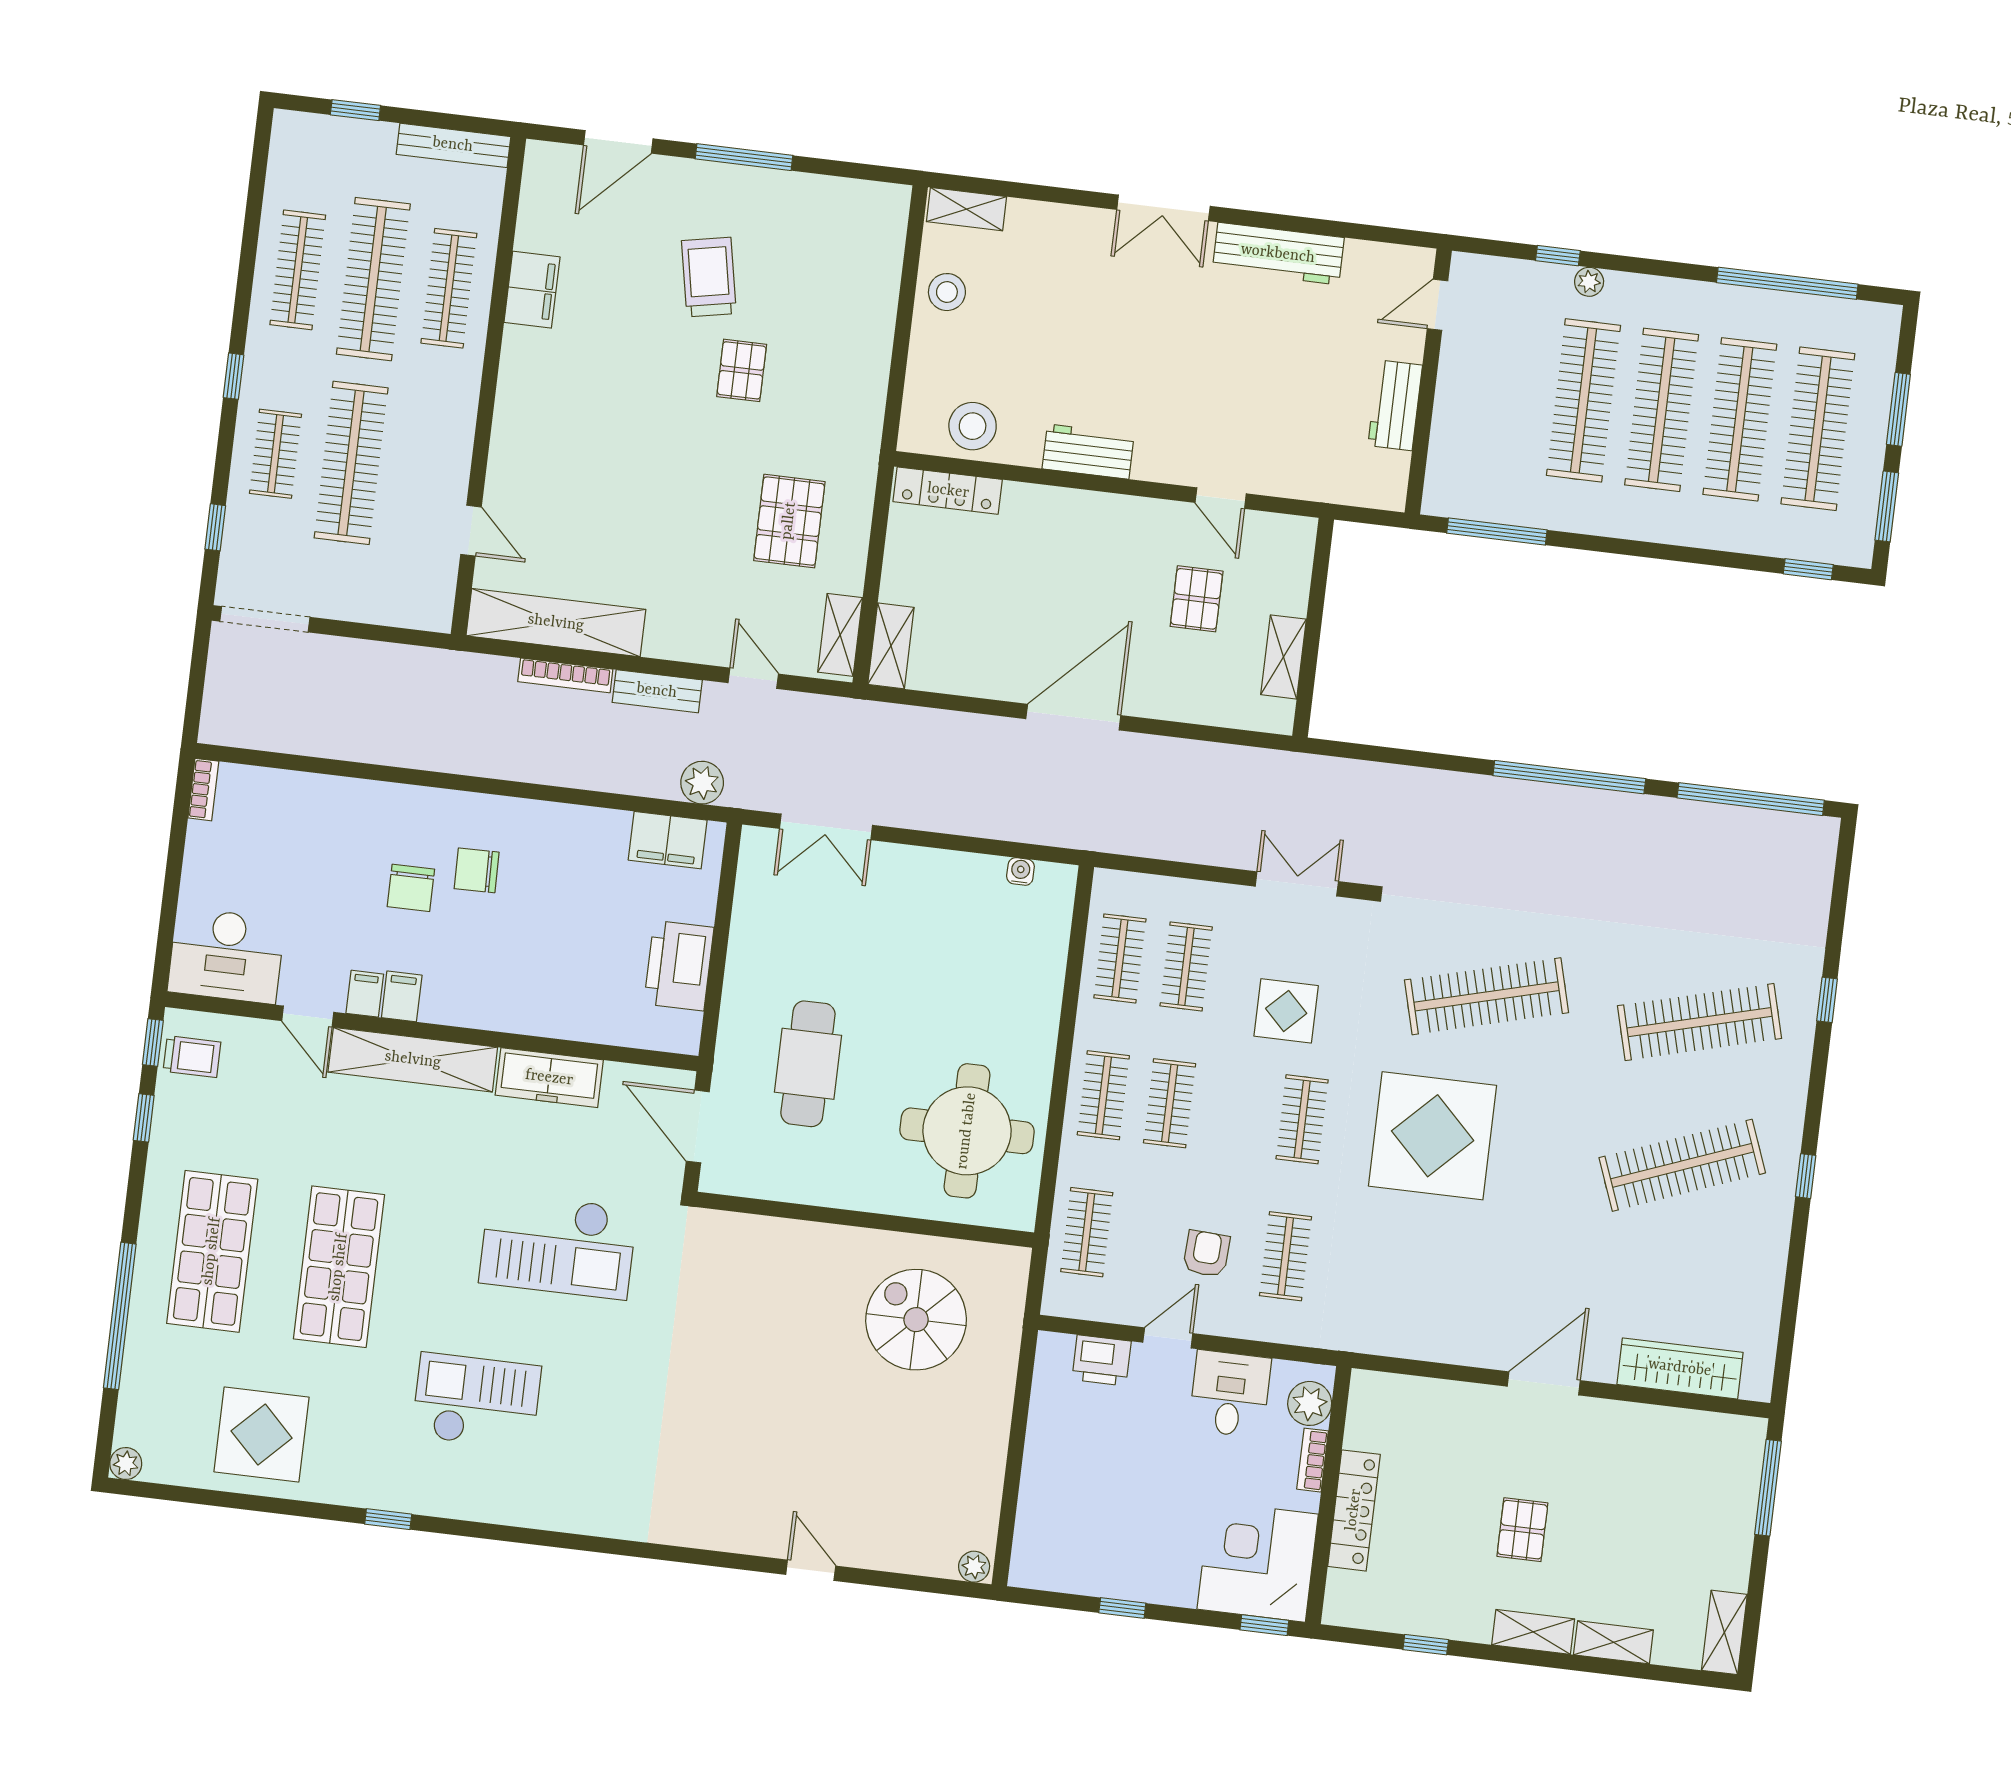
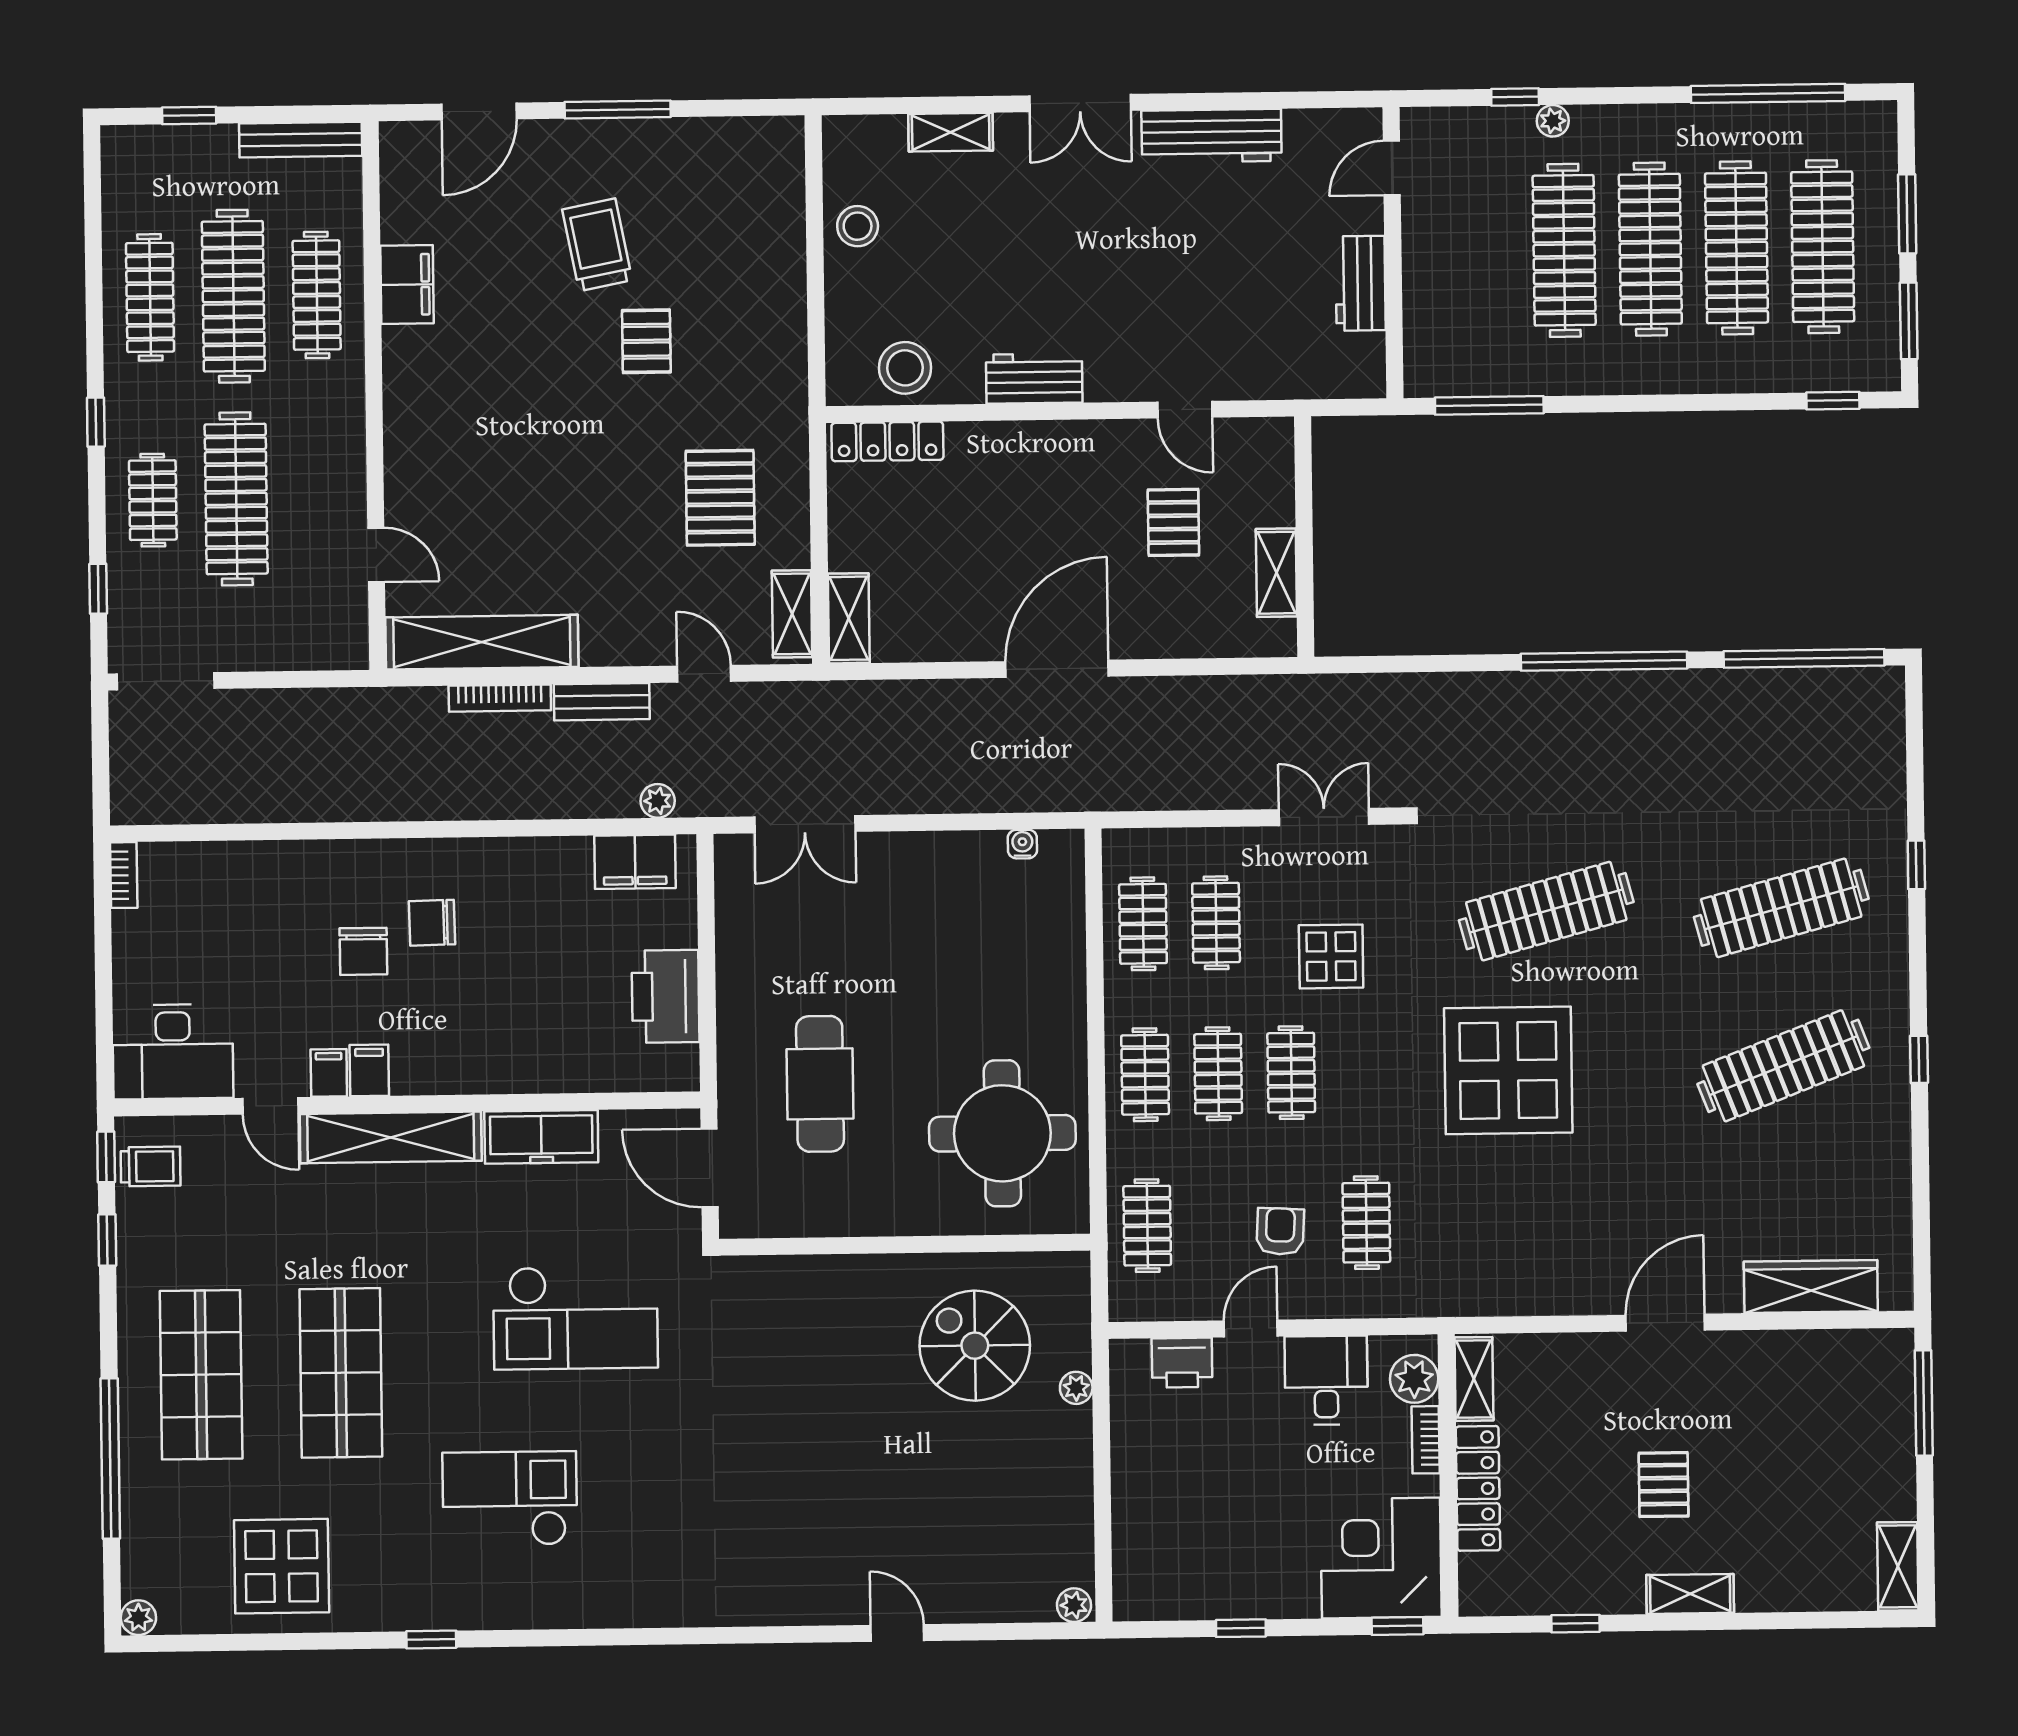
shelving: (967, 209) -> (951, 132), moved
plant: (702, 783) -> (658, 801), width x0.73, depth x0.73
clothes rail: (1302, 1119) -> (1291, 1073), moved
plant: (1003, 1370) -> (1076, 1388), added
shelving: (1613, 1642) -> (1474, 1379), moved, turned 90

